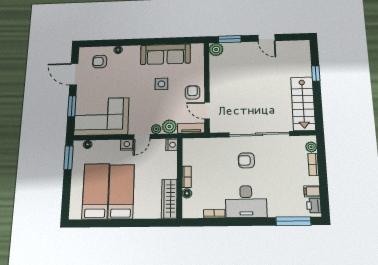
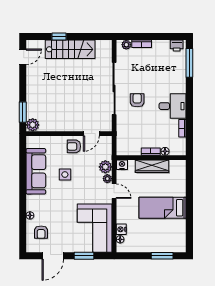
door: (267, 38) -> (23, 57), moved
stairs: (303, 104) -> (70, 49), moved
tv unit: (191, 128) -> (107, 148), removed
nightstand: (127, 145) -> (121, 229), moved
window: (69, 158) -> (162, 256), moved
armchair: (246, 160) -> (137, 100), turned 180
bed: (96, 191) -> (162, 230), removed
filing cabinet: (312, 191) -> (165, 46), removed
wardrobe: (169, 199) -> (152, 166), moved
desk: (246, 202) -> (173, 106), width x0.73

